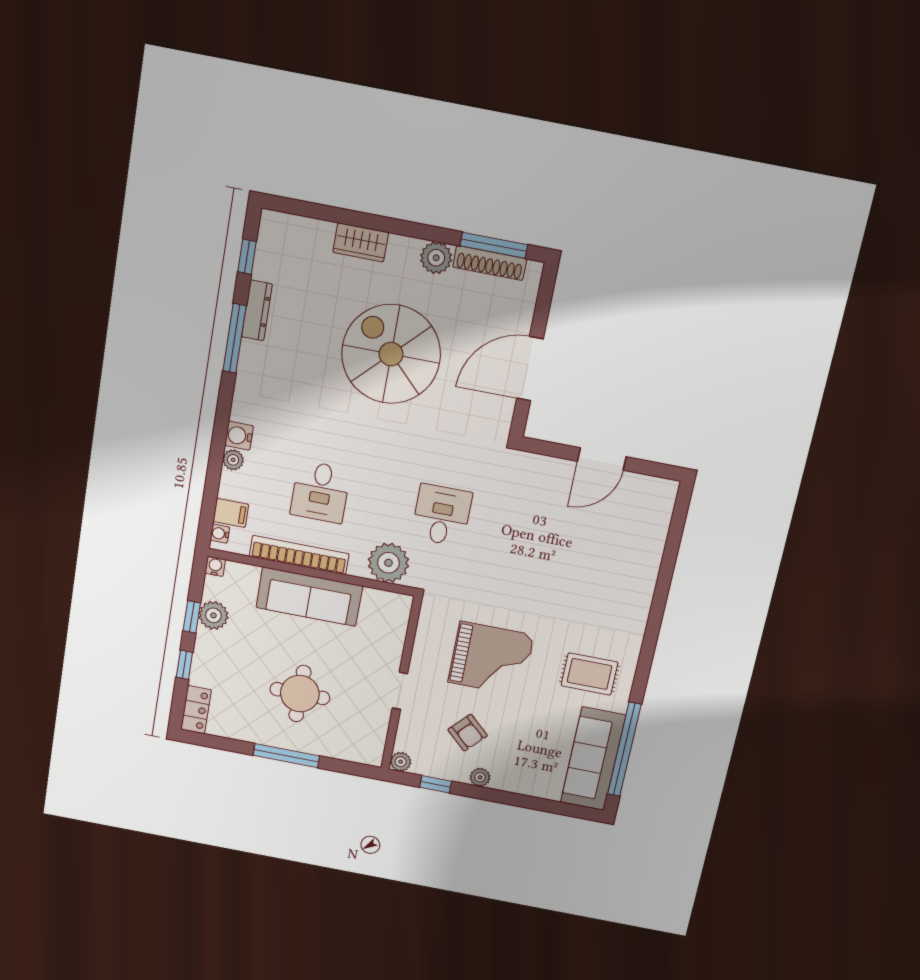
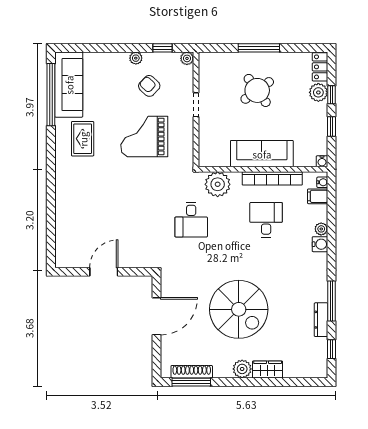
plant: (436, 258) -> (242, 369), moved
plant: (213, 615) -> (318, 92), moved
rug: (590, 674) -> (83, 139), turned 90
round table: (300, 694) -> (257, 90), turned -36

